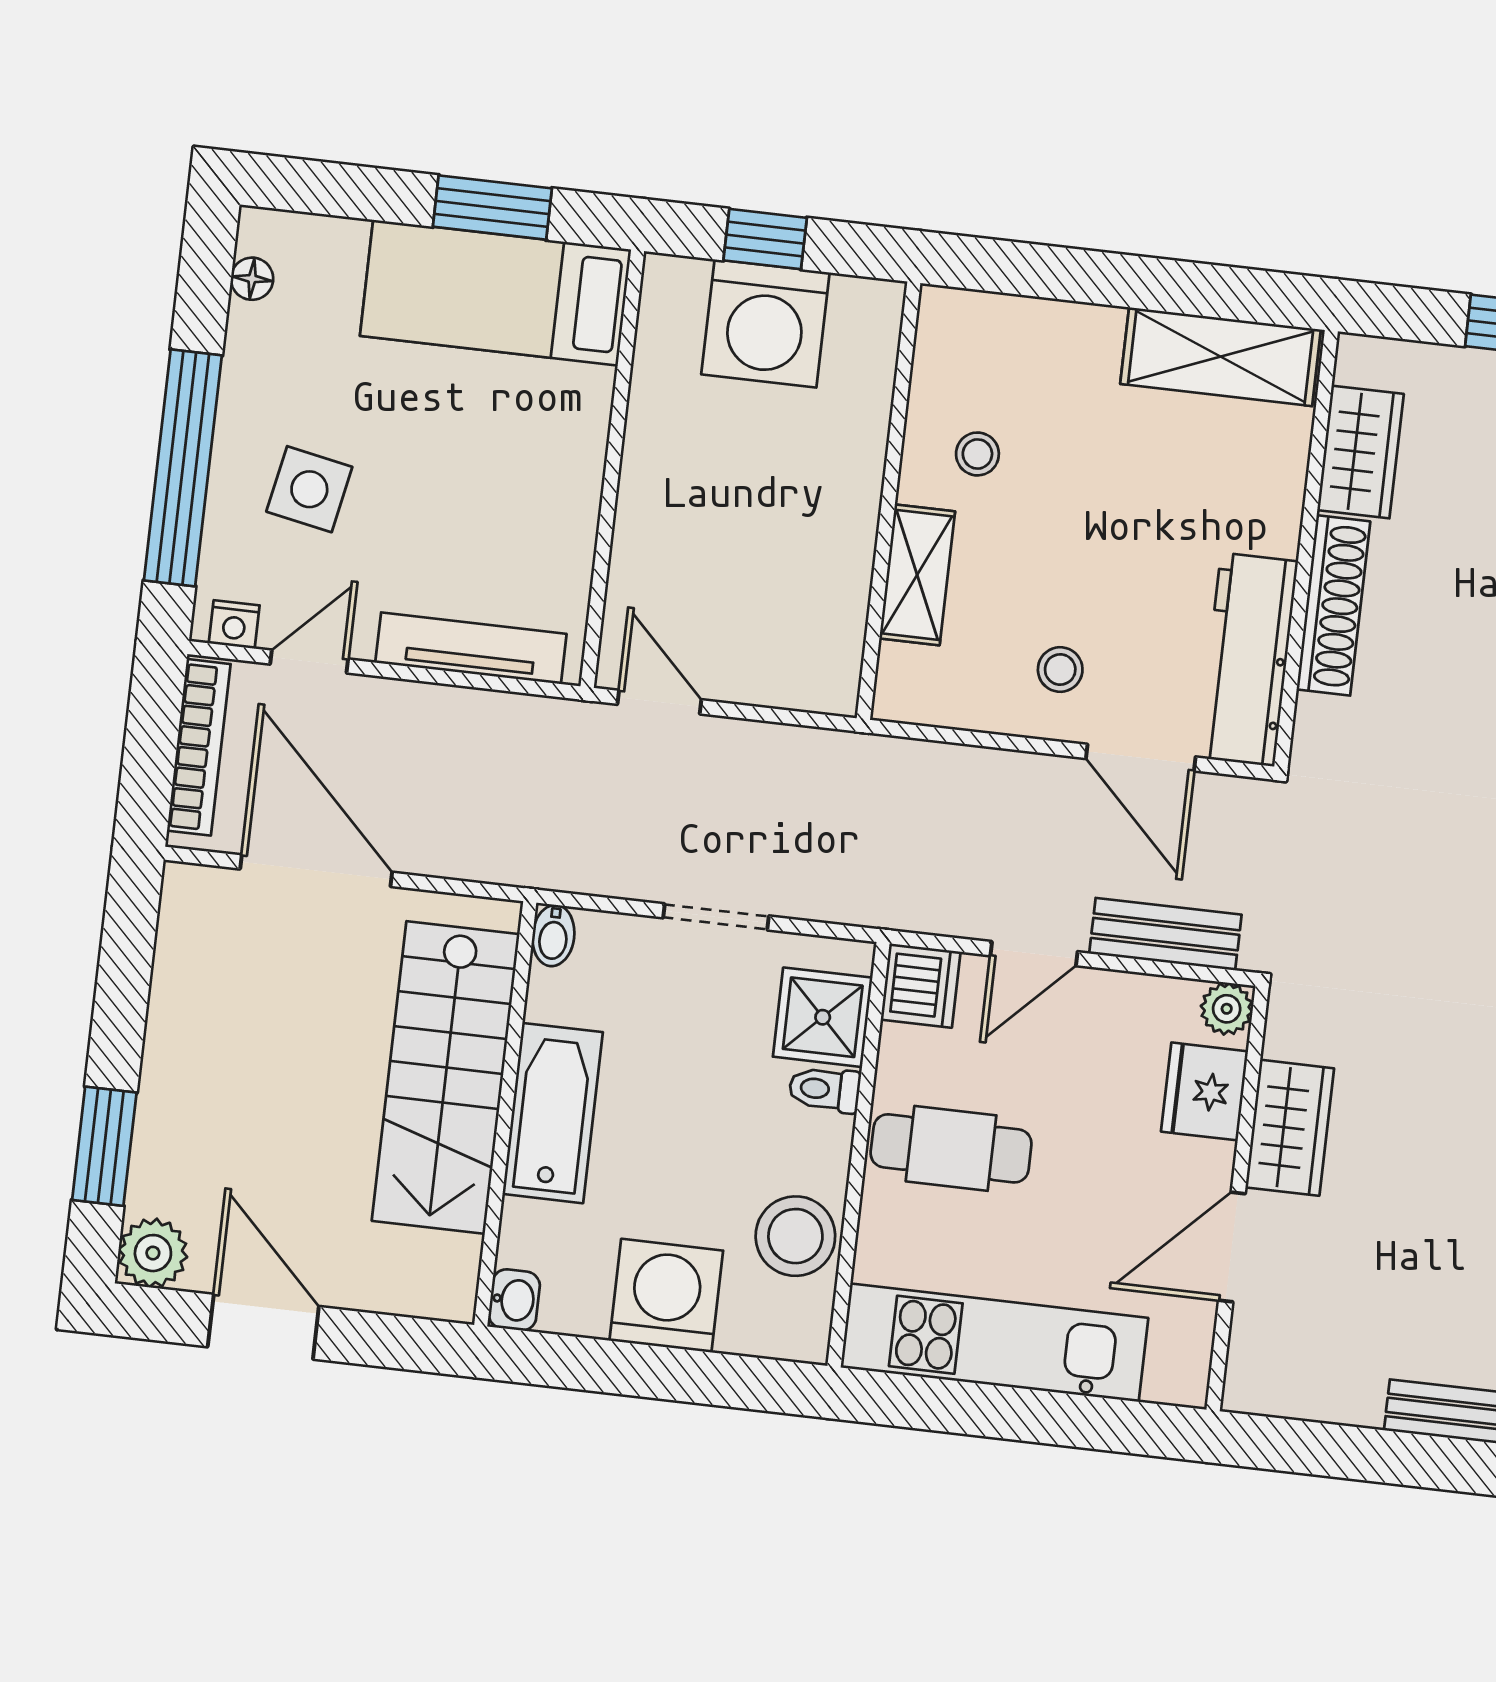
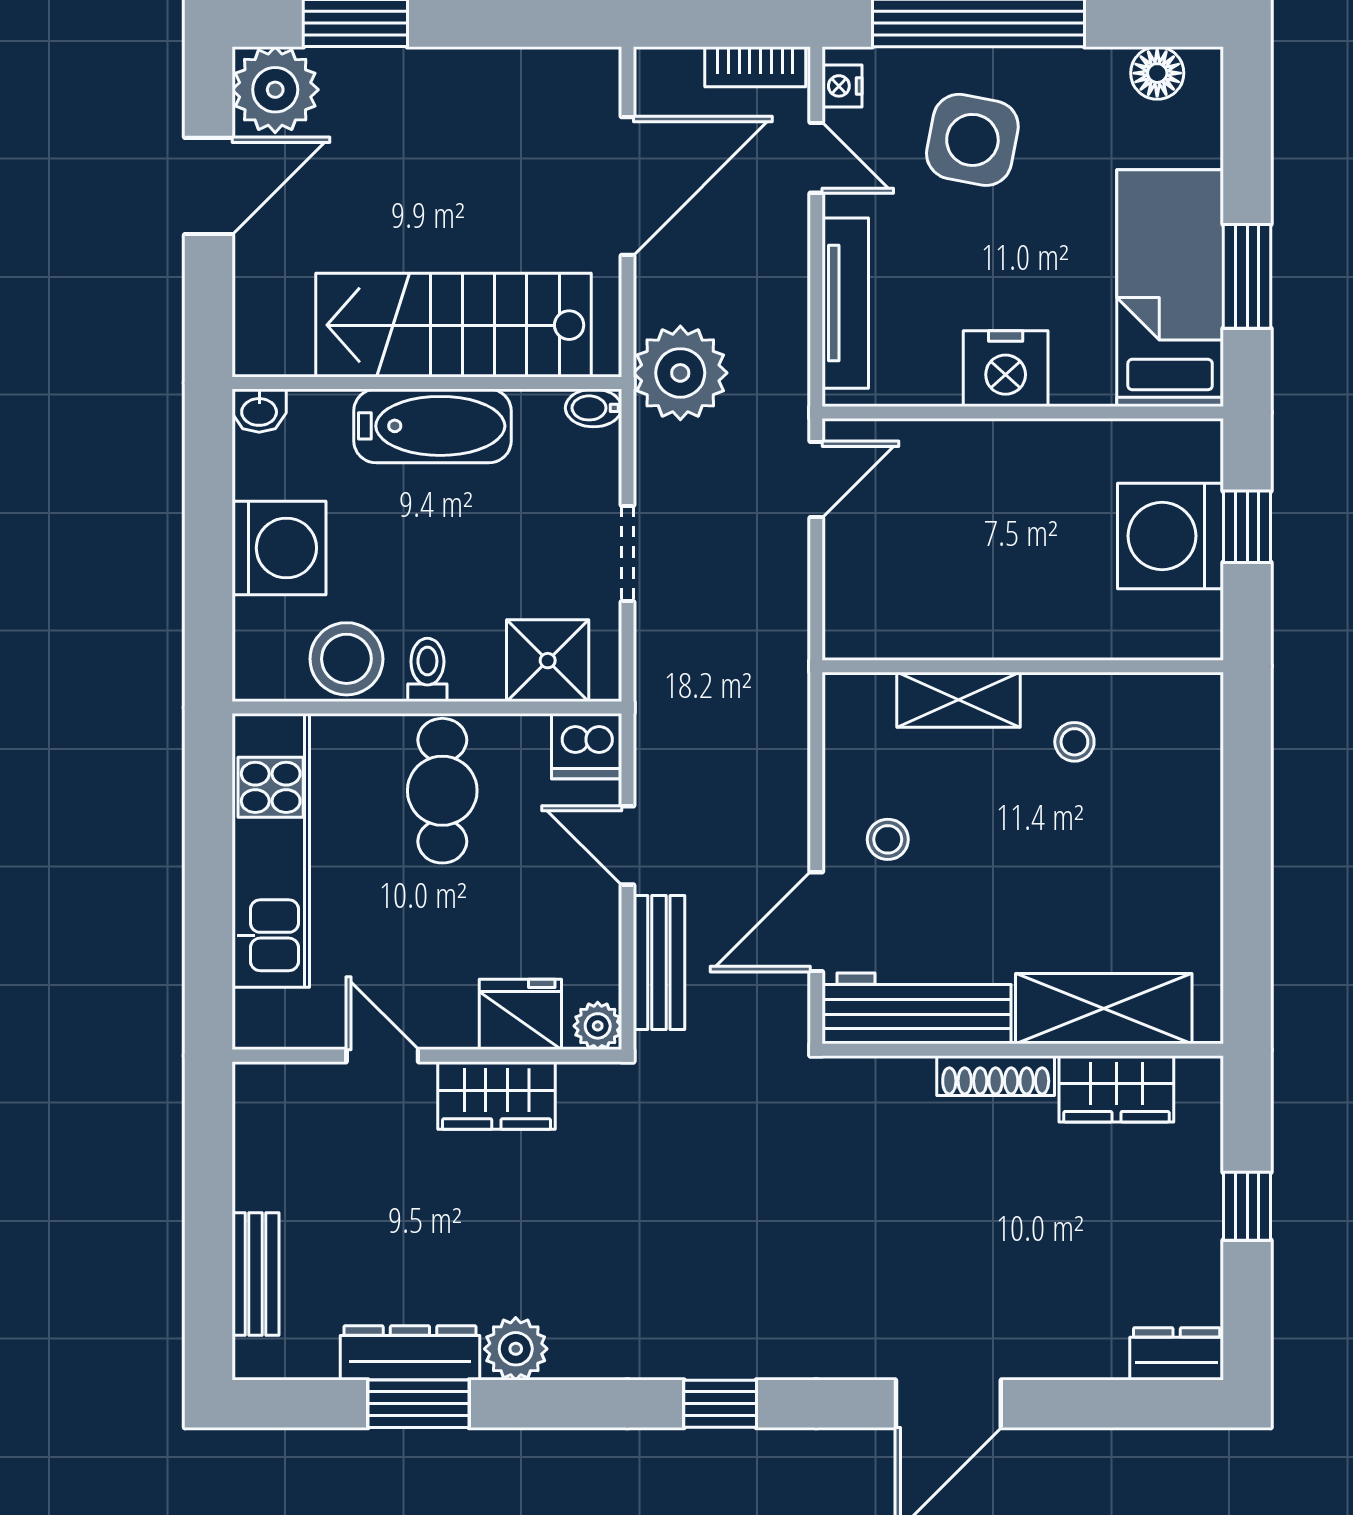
floor lamp: (252, 279) -> (1157, 73), width x1.37, depth x1.37
shelving: (1221, 357) -> (1104, 1009), moved, turned 90
nightstand: (562, 482) -> (1006, 369), added
side table: (309, 489) -> (972, 140), width x1.37, depth x1.37
shoe rack: (1333, 605) -> (996, 1076), width x0.74, depth x0.81
bookcase: (199, 747) -> (755, 67), width x0.64
plant: (526, 837) -> (680, 373), added
toilet: (825, 1089) -> (427, 670), moved
door: (1232, 1247) -> (382, 1056), width x0.73
plant: (153, 1253) -> (275, 90), width x1.36, depth x1.36

